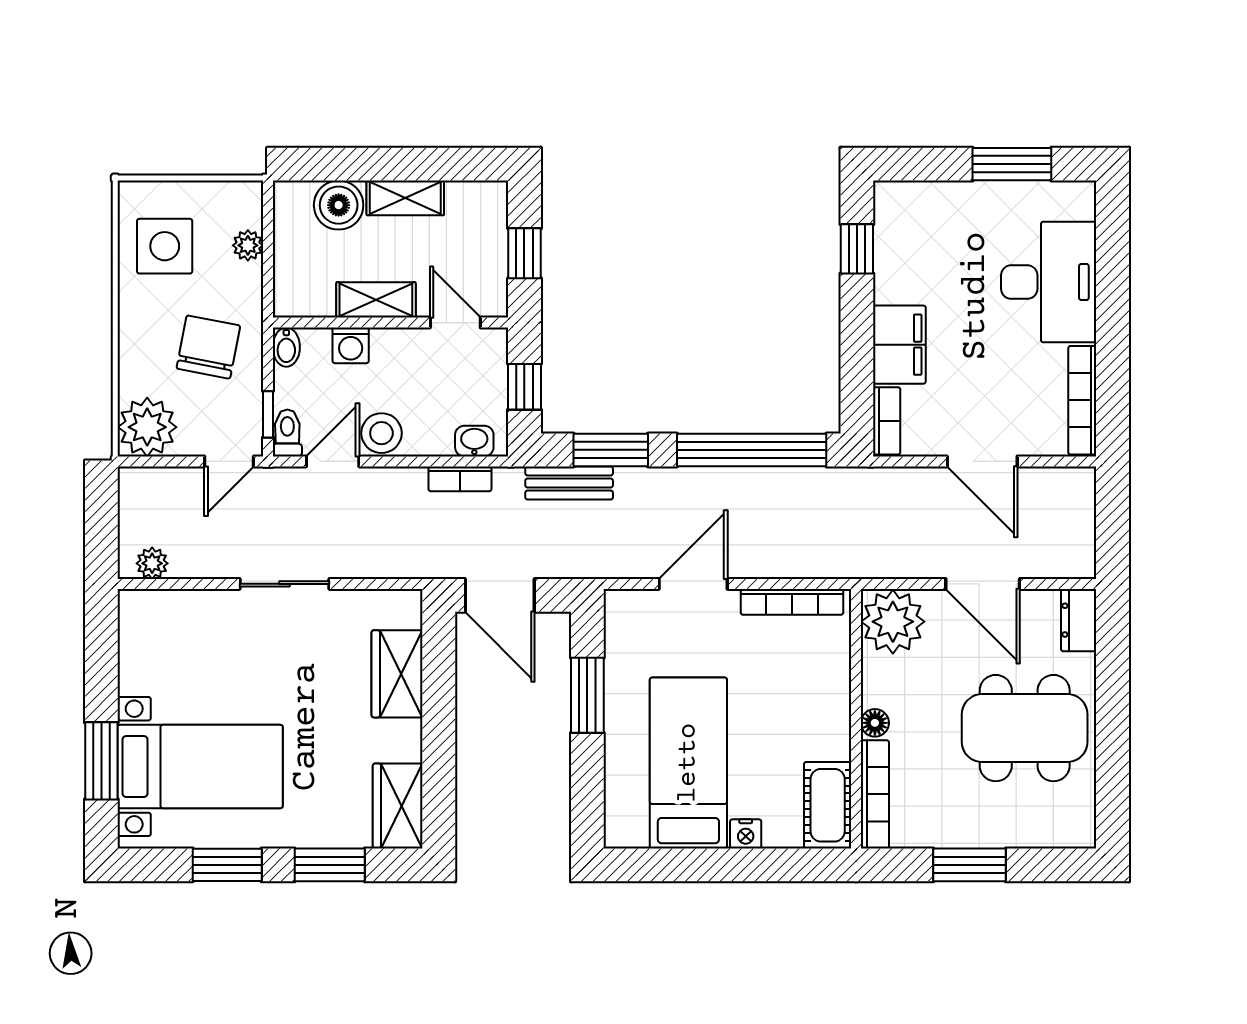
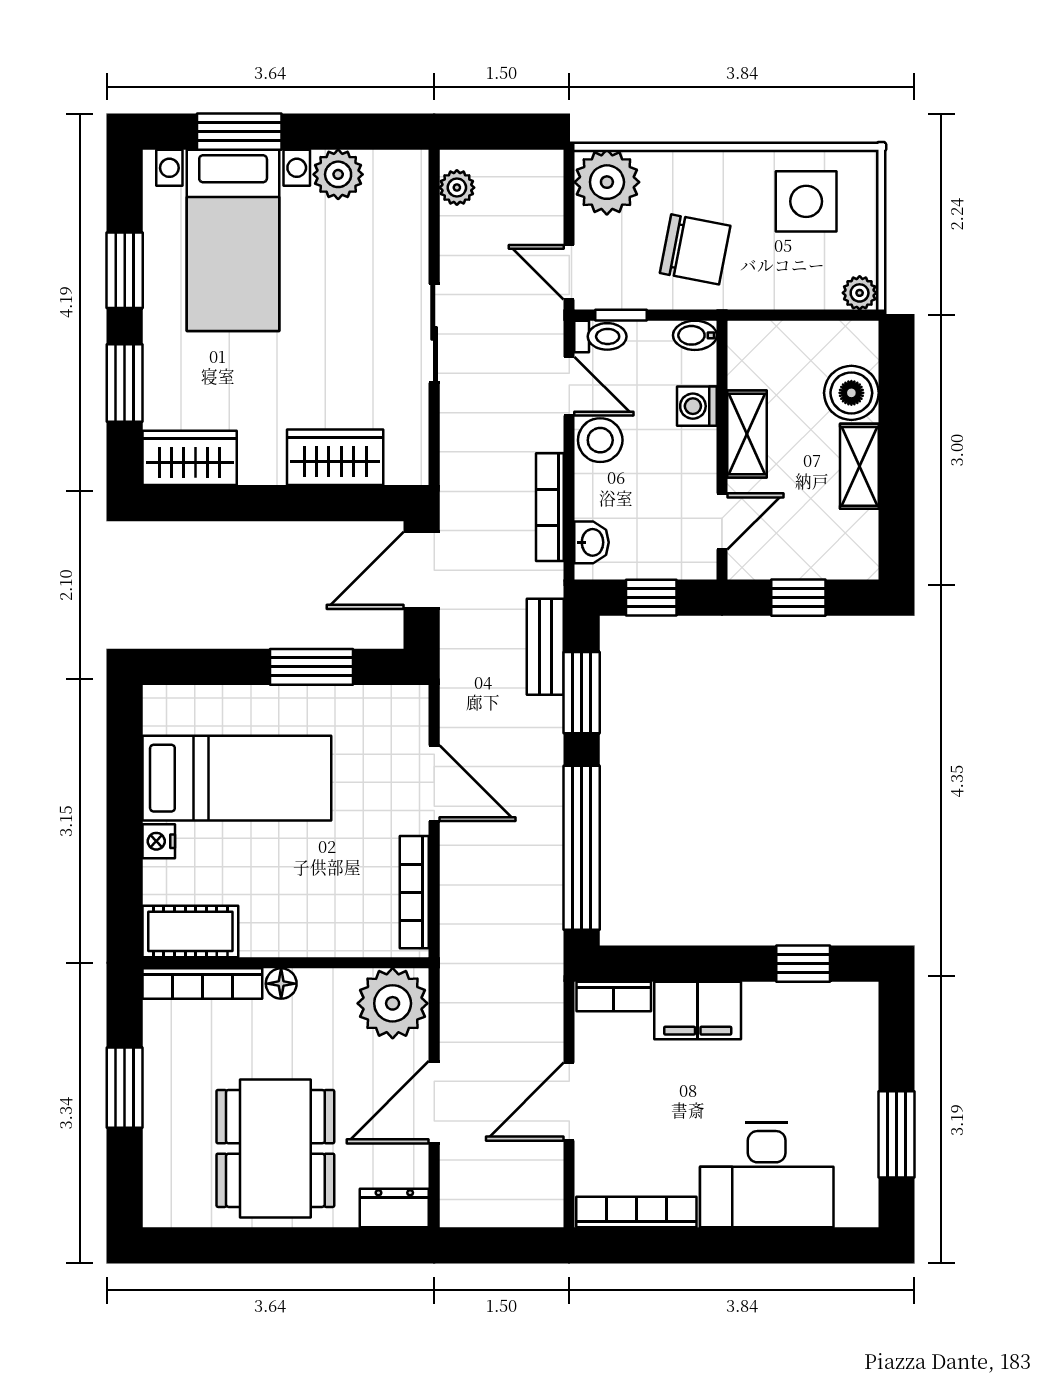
plant: (248, 245) -> (860, 293), moved
bookcase: (460, 479) -> (550, 507), width x1.56
plant: (140, 671) -> (338, 174), added

